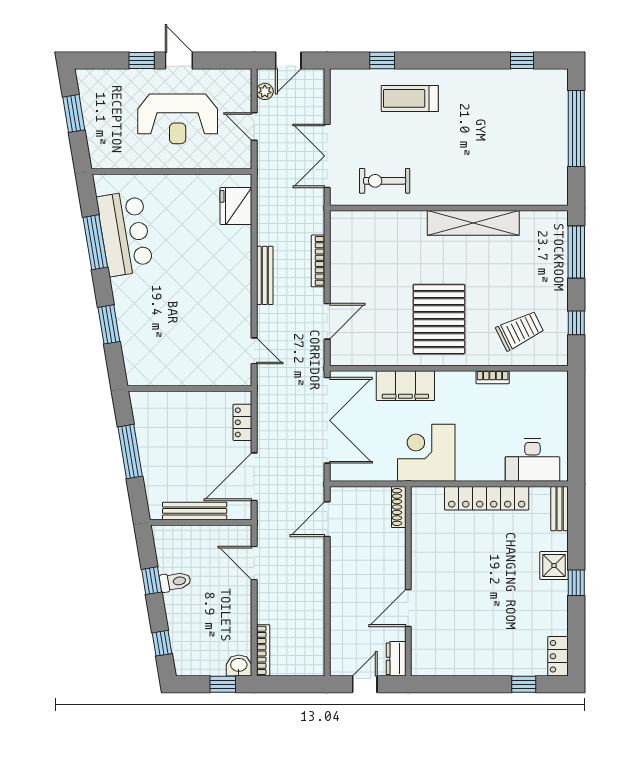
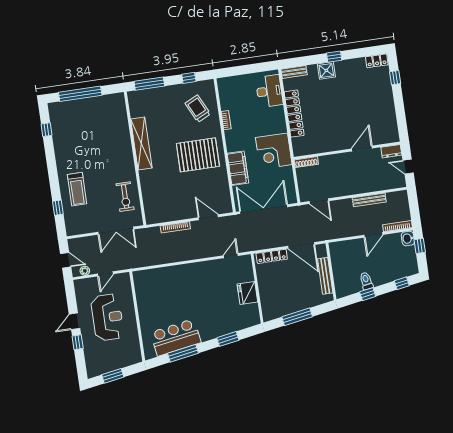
fridge: (236, 206) -> (247, 293), moved, turned 90
bench: (265, 275) -> (369, 200), moved
locker: (242, 422) -> (272, 256), width x1.53
door: (254, 563) -> (373, 235), moved
door: (408, 608) -> (362, 148), swing flipped

